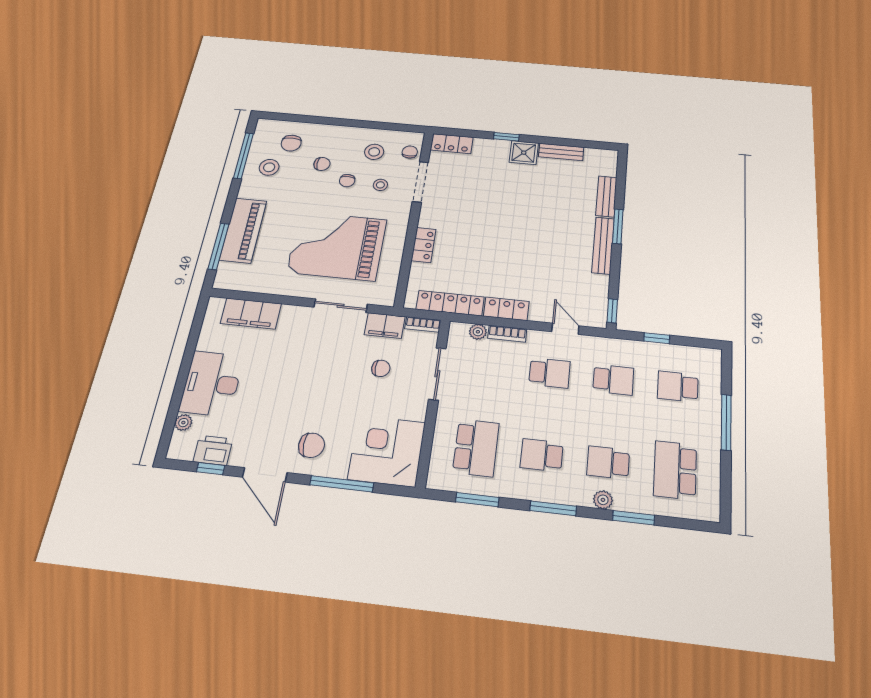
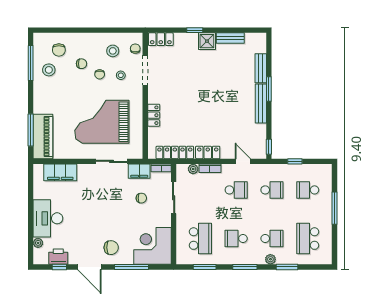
piano: (243, 230) -> (43, 137), moved
school desk: (608, 463) -> (272, 239), turned 180

